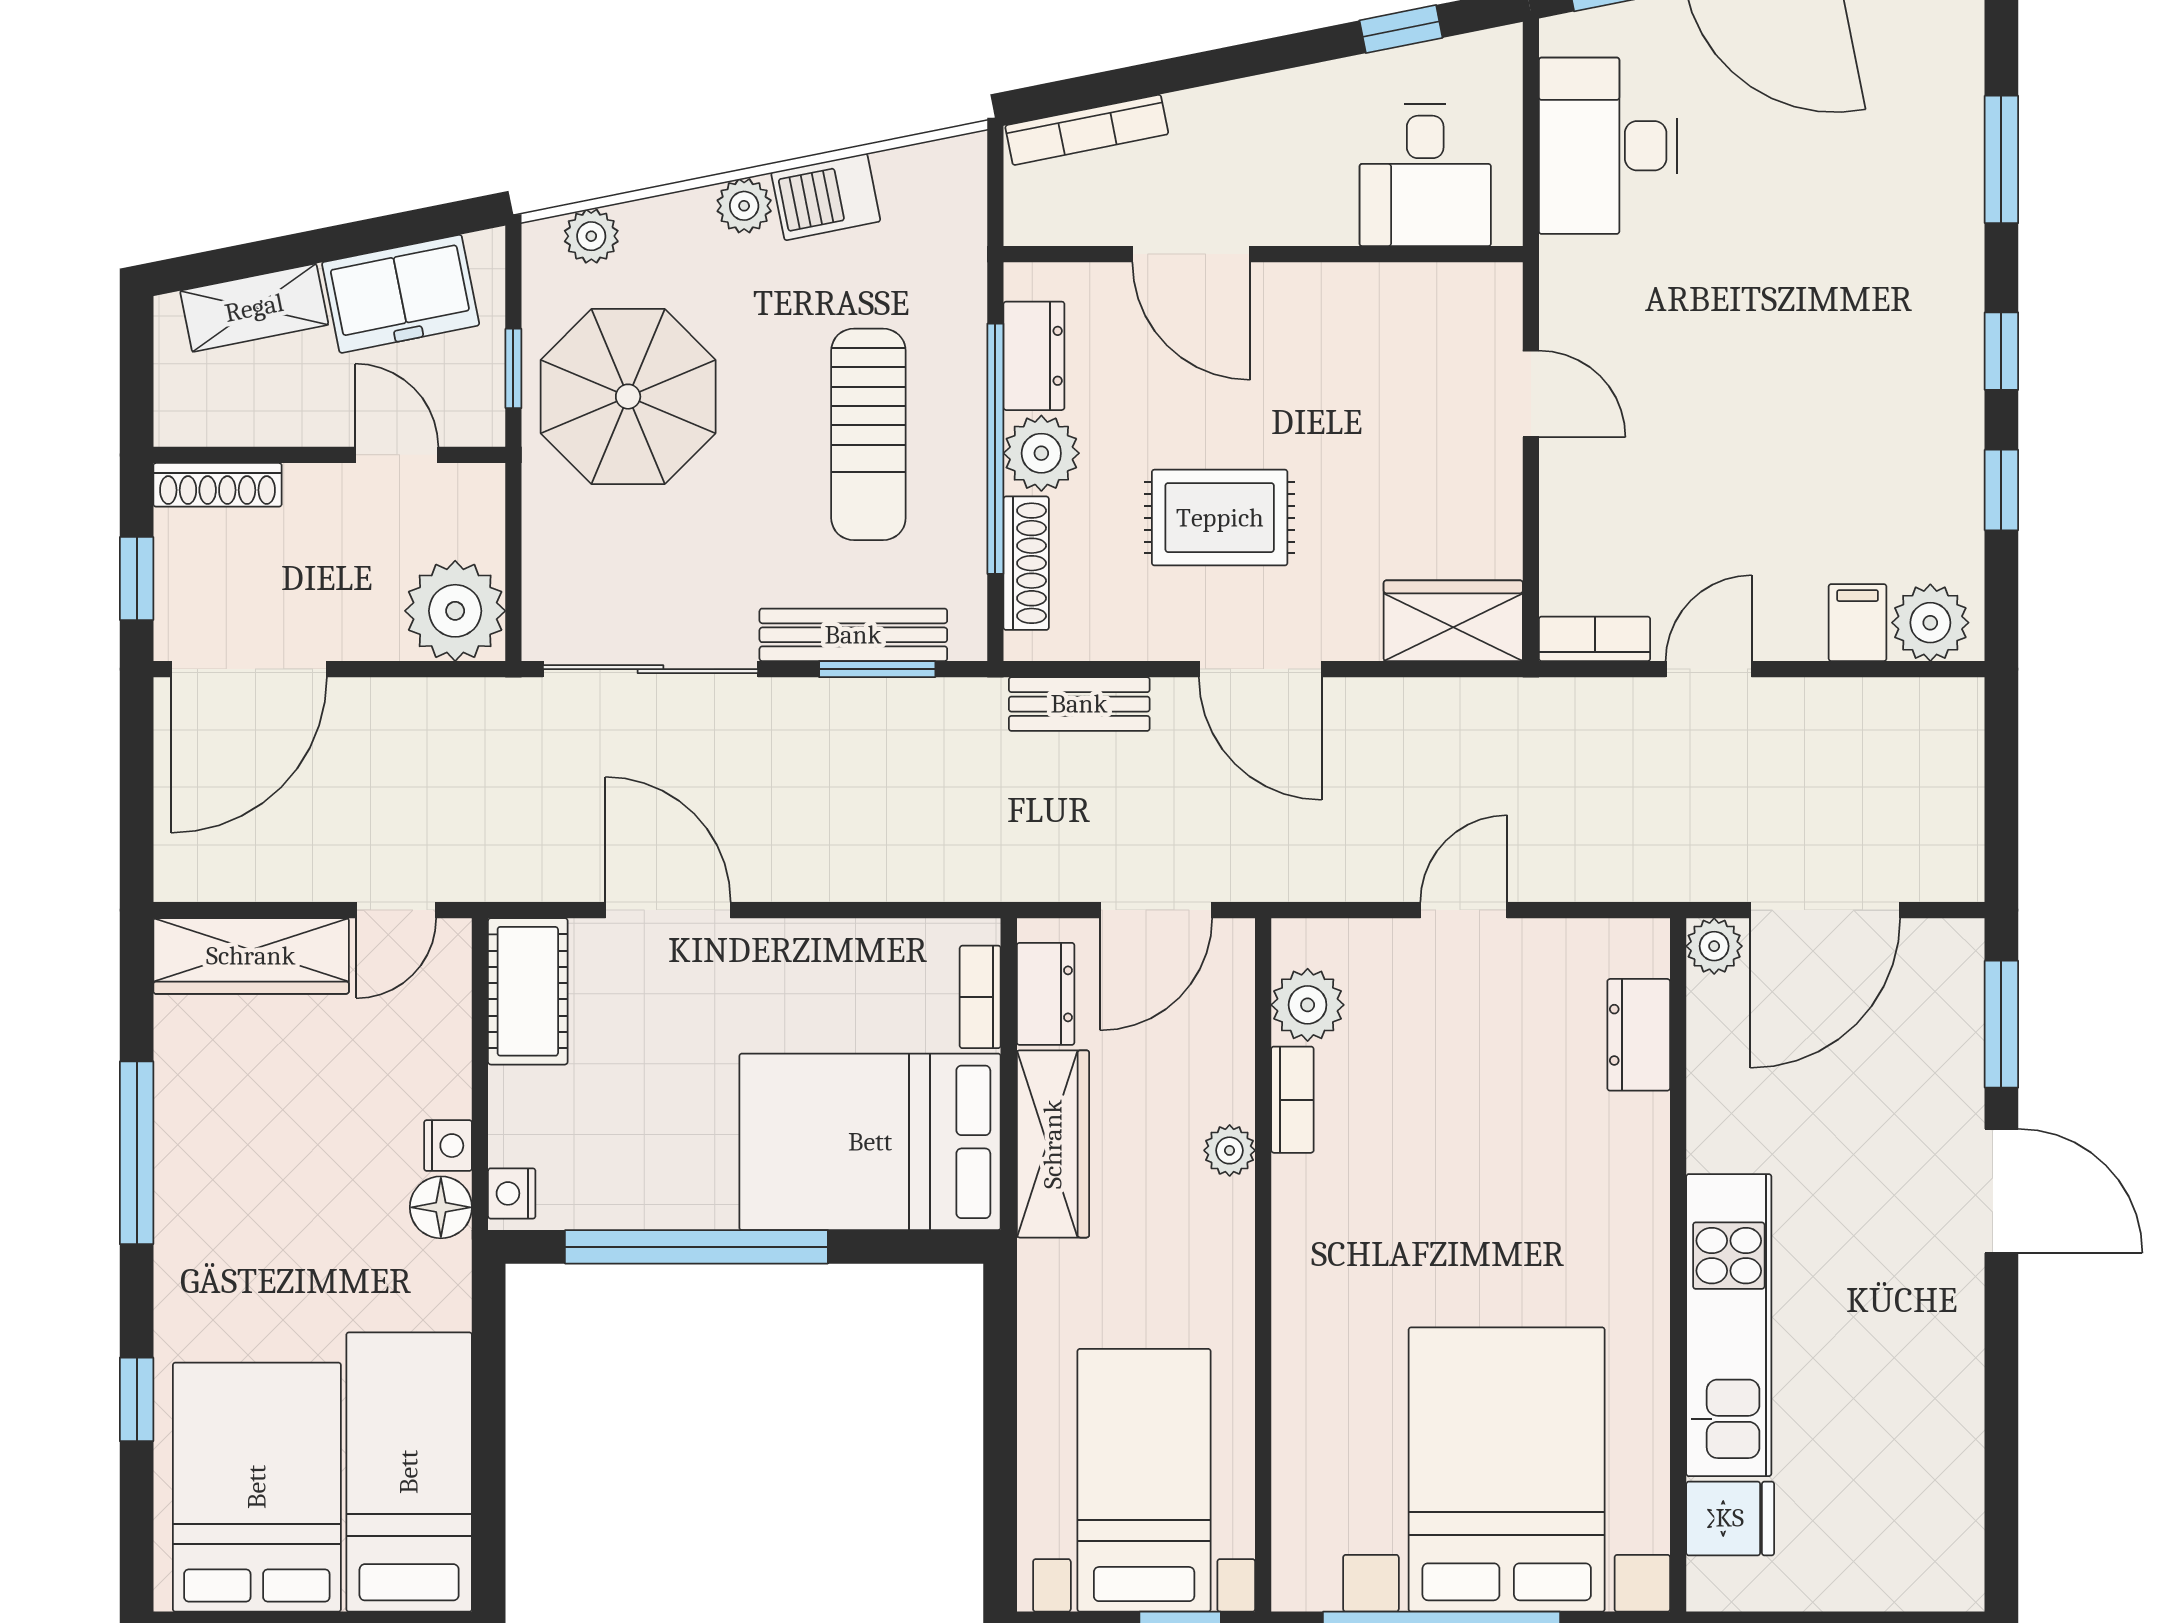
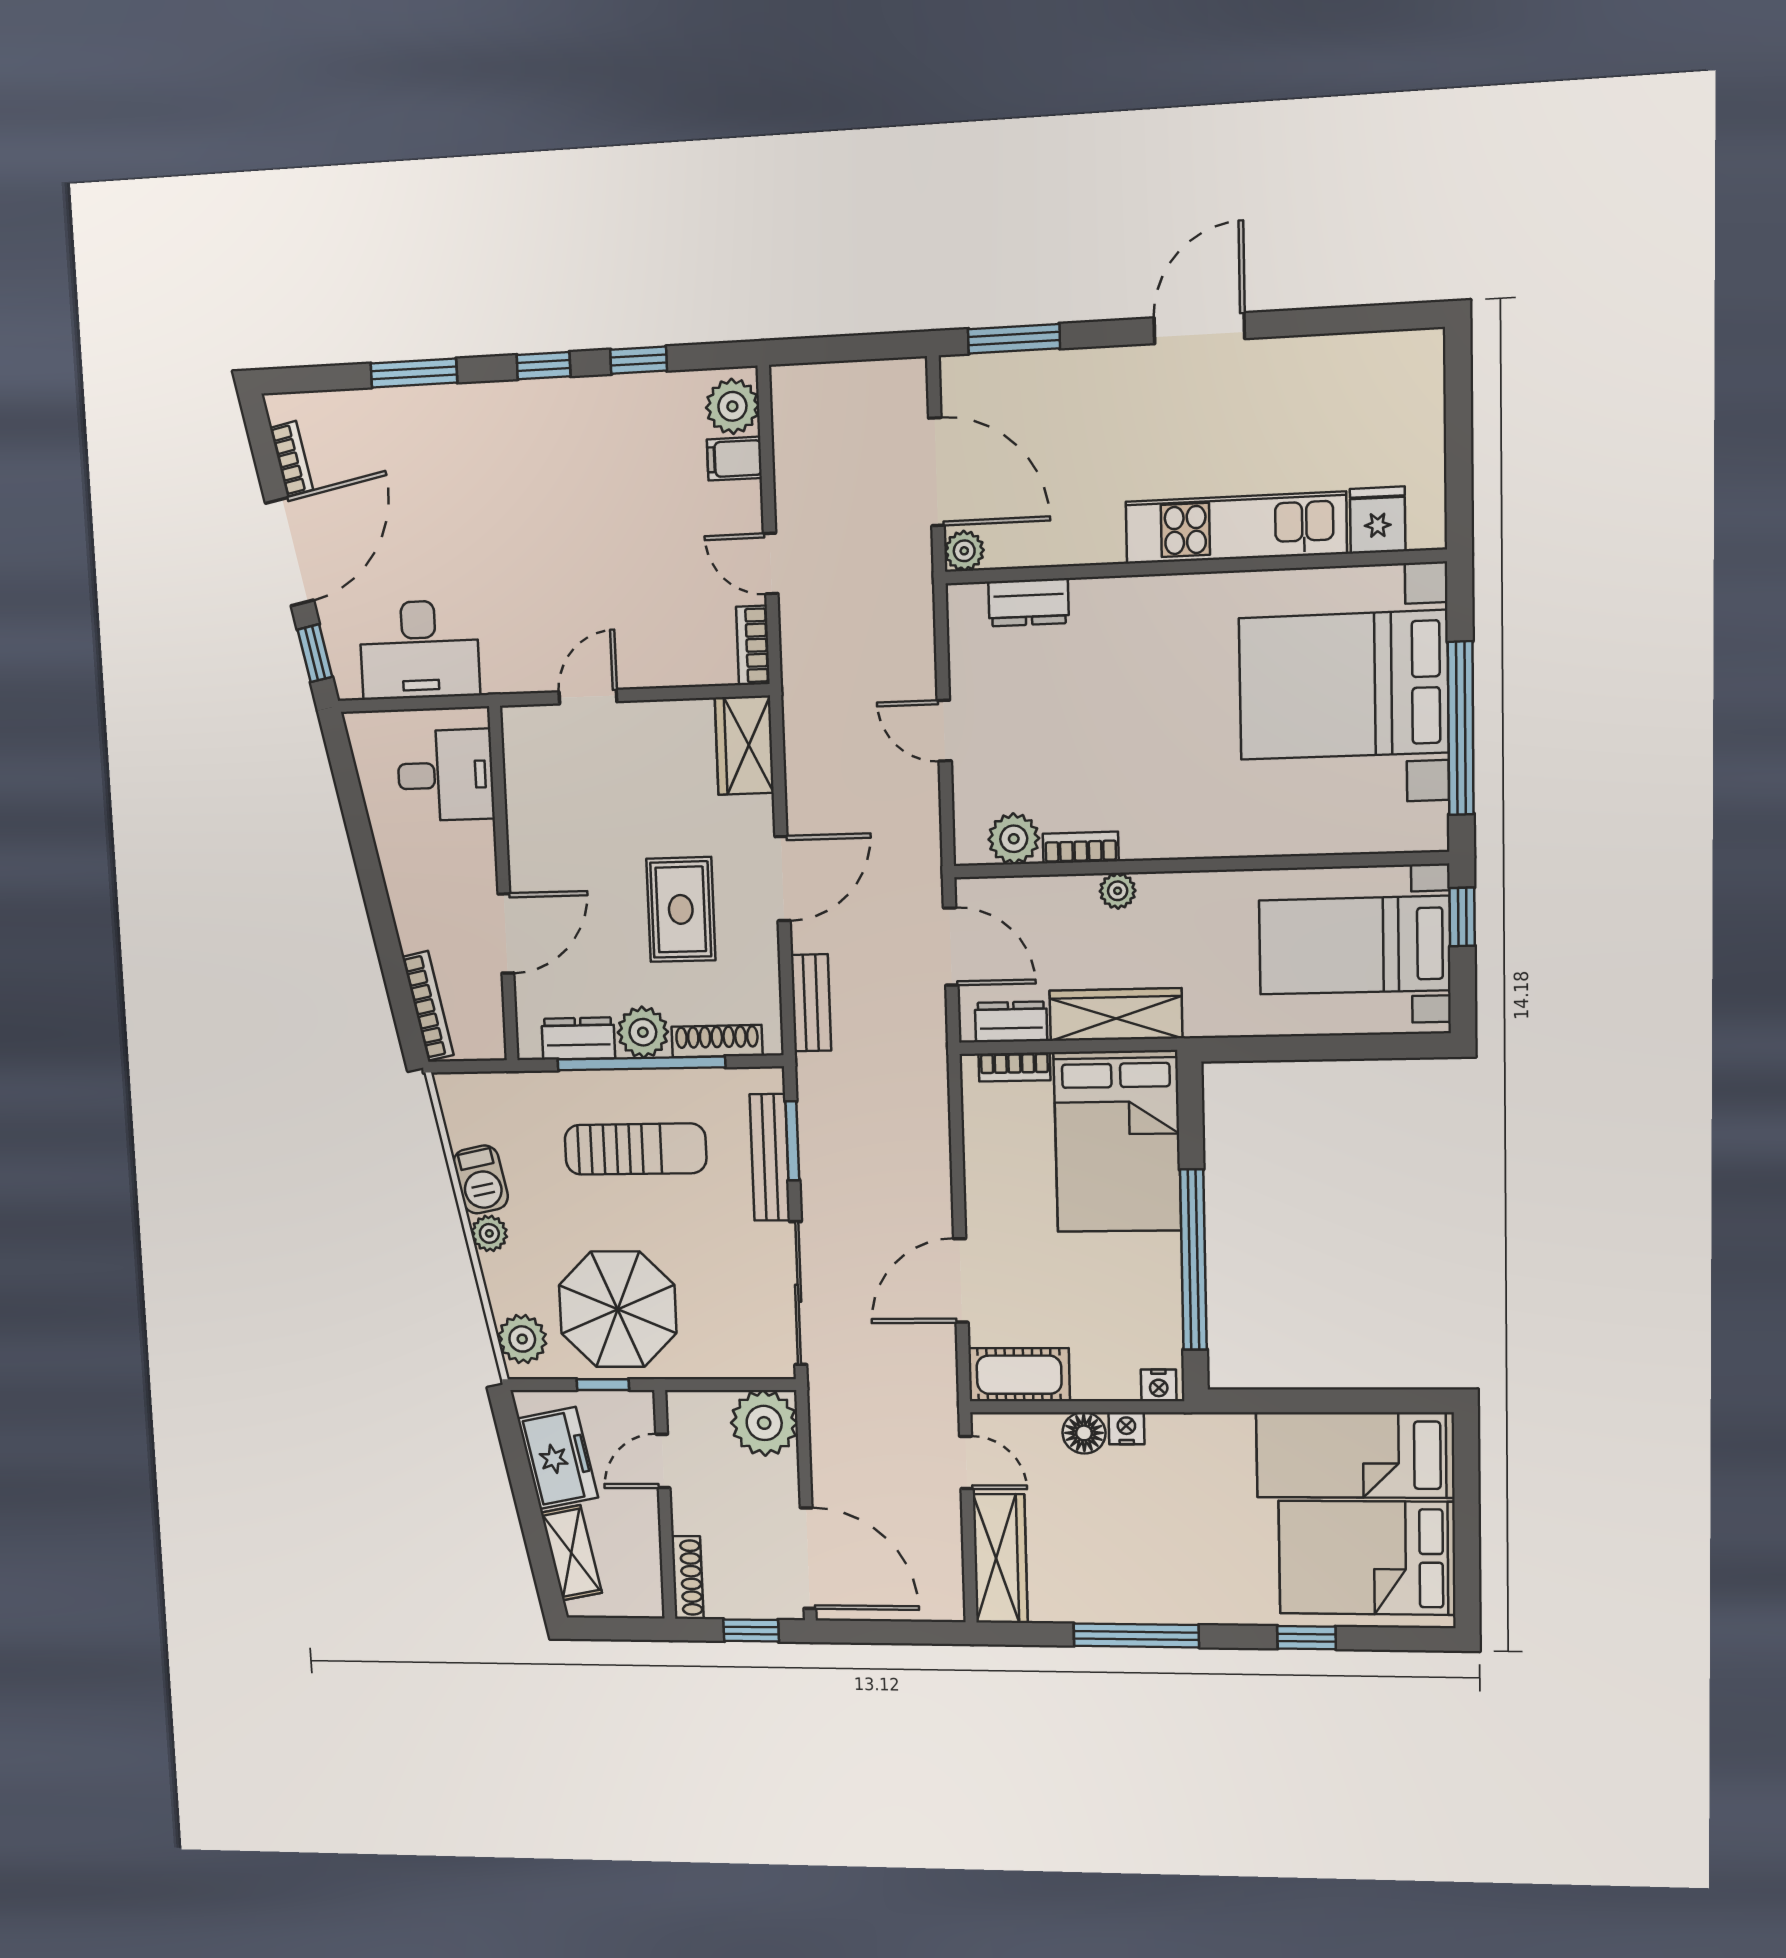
window: (1401, 29) -> (350, 795), removed
plant: (591, 236) -> (522, 1339), width x1.38, depth x1.38
door: (2001, 1191) -> (1199, 328), moved
floor lamp: (441, 1207) -> (1084, 1433), moved

